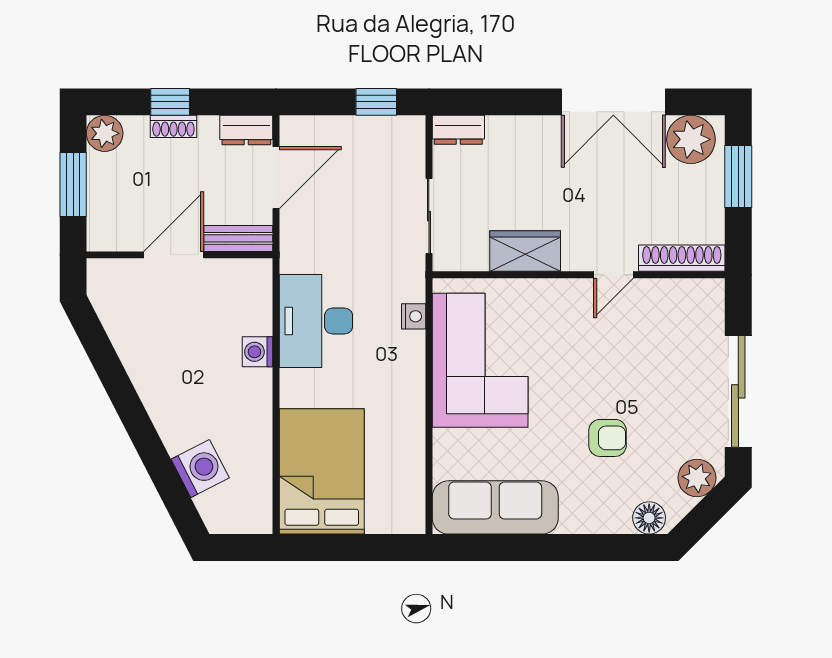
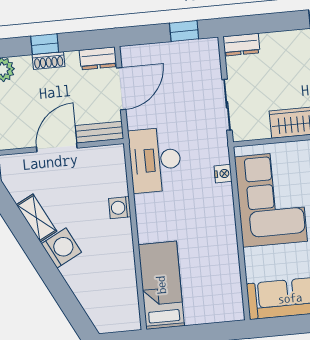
desk: (316, 321) -> (155, 160), moved
shelving: (134, 355) -> (37, 218), added
washing machine: (200, 469) -> (61, 248), moved
bed: (322, 471) -> (161, 285), width x0.67

